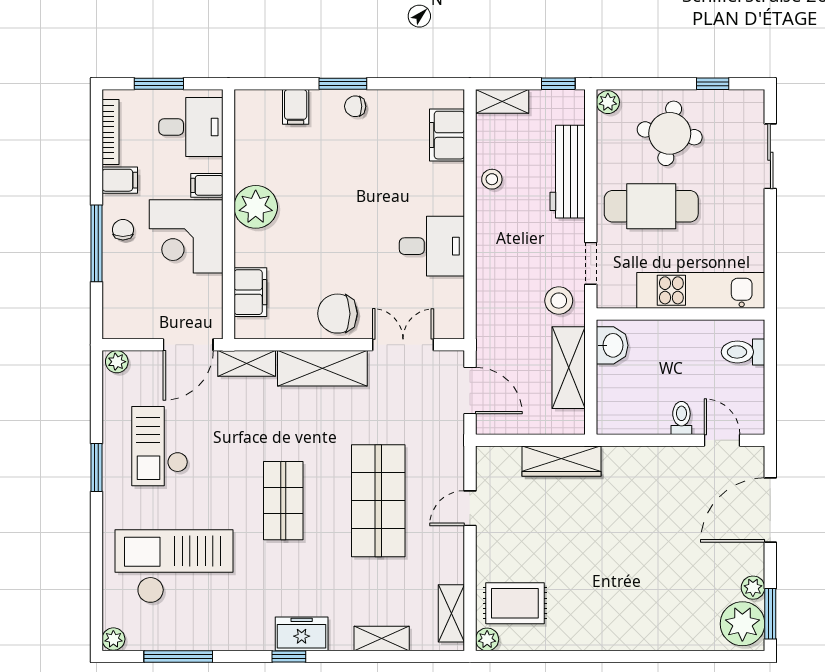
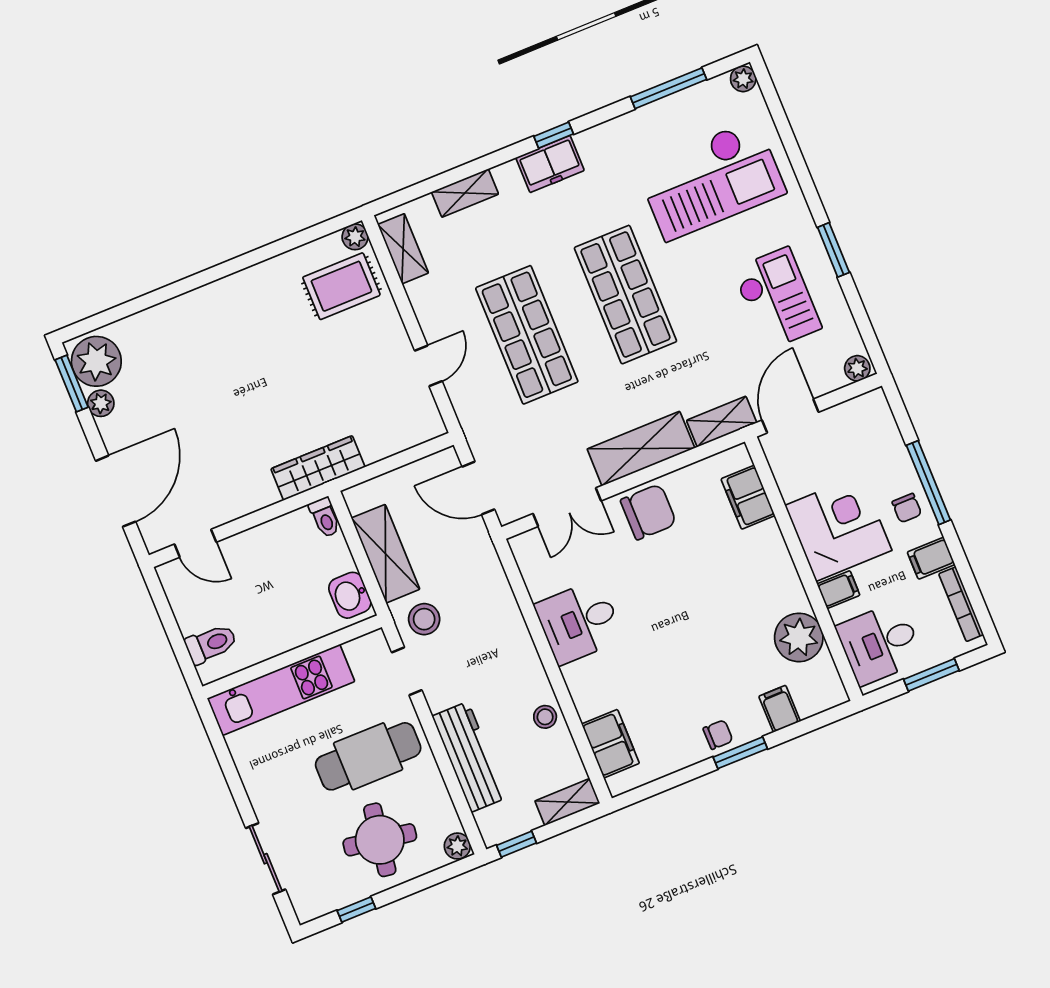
plant: (256, 207) -> (799, 637), moved
toilet: (681, 418) -> (325, 517), moved
wardrobe: (562, 461) -> (318, 468), moved
shop shelf: (283, 501) -> (625, 295), width x1.43, depth x1.36

